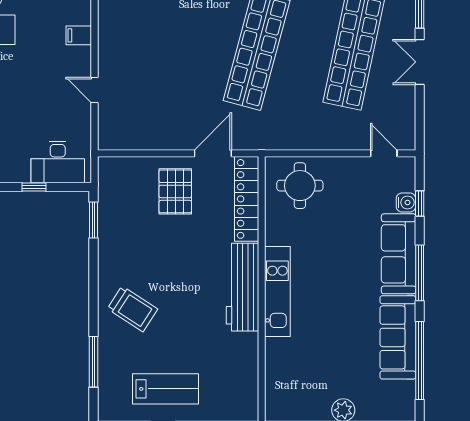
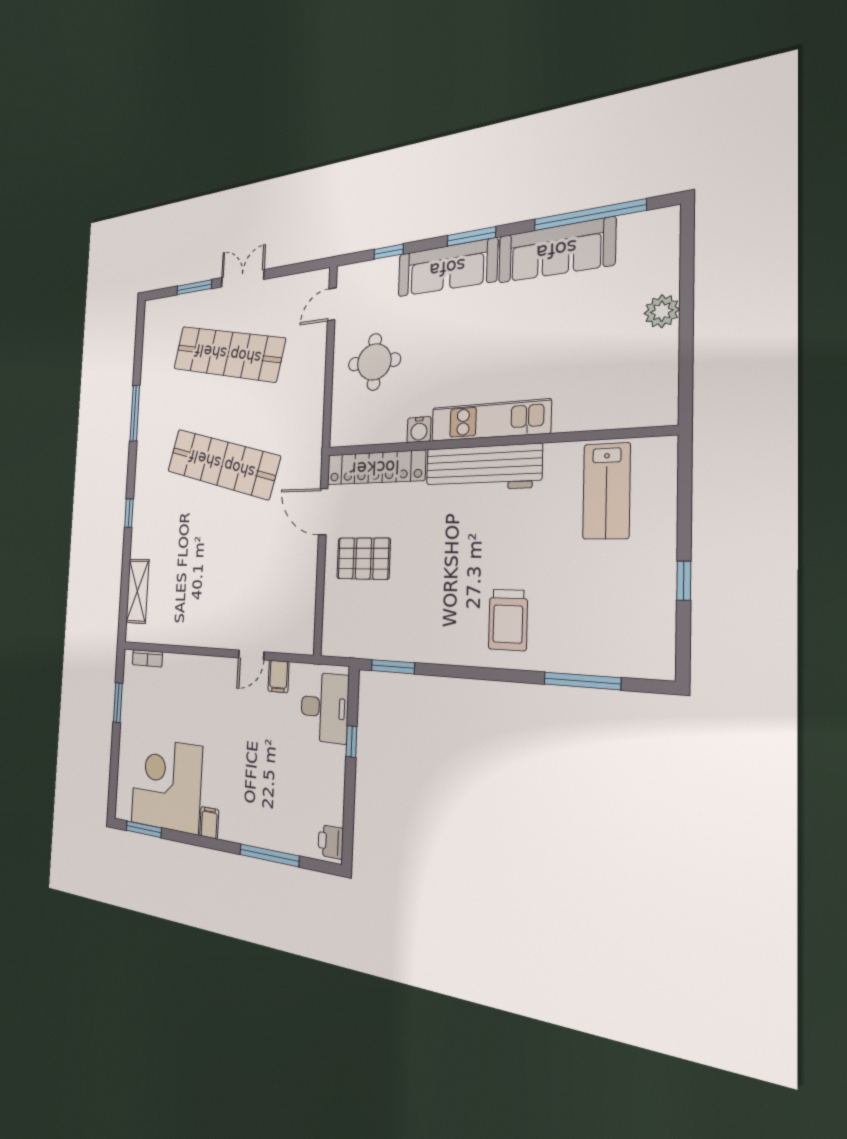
filing cabinet: (79, 35) -> (278, 676), moved
double door: (420, 62) -> (242, 278), swing flipped
round table: (300, 186) -> (374, 362), moved
water cooler: (406, 202) -> (419, 430), moved, turned 180
window: (420, 273) -> (471, 236), width x0.69
trolley: (132, 309) -> (508, 620), turned 147
lab bench: (166, 389) -> (606, 491), moved, turned 180

